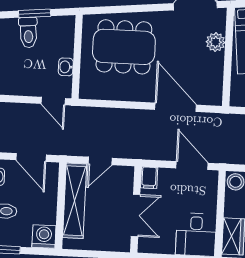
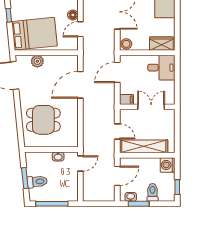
dining table: (124, 47) -> (43, 120), width x0.73

